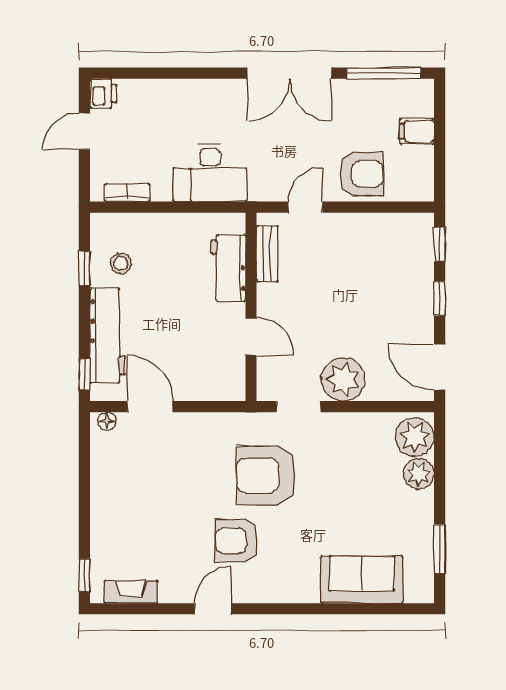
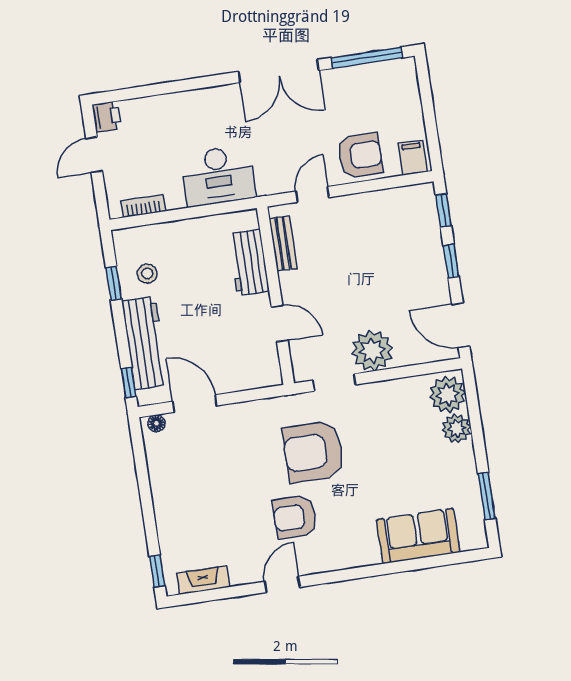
filing cabinet: (417, 131) -> (413, 157), moved, turned 90

